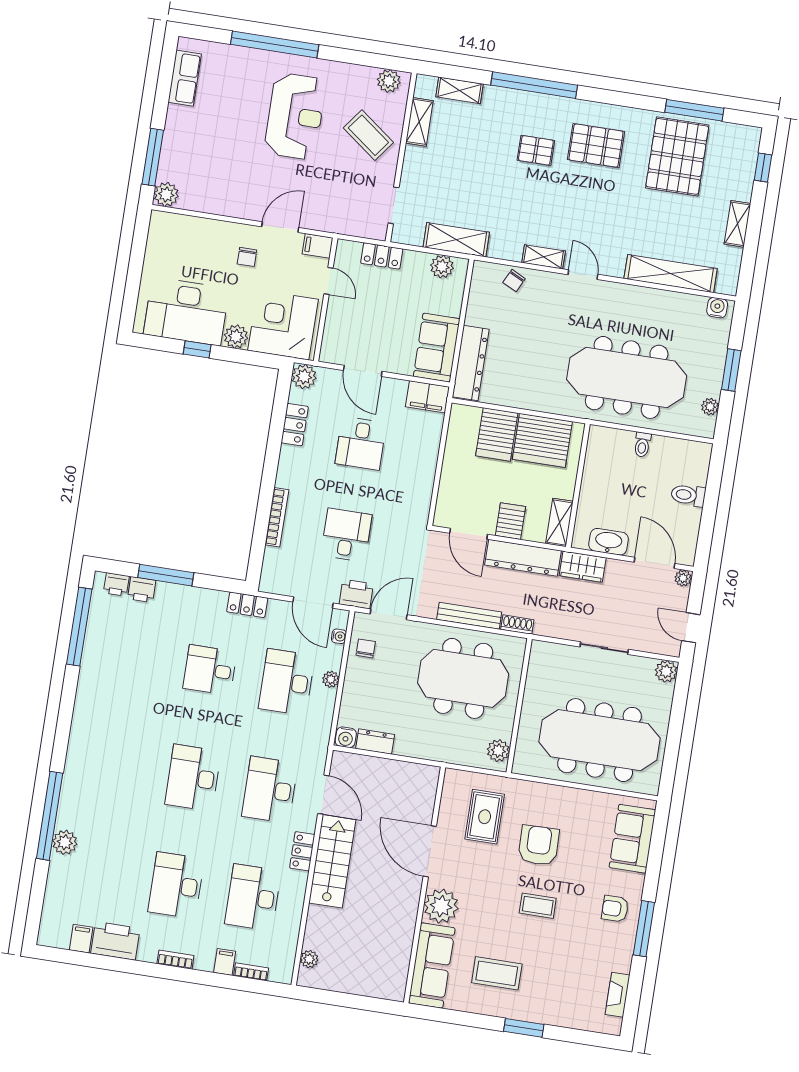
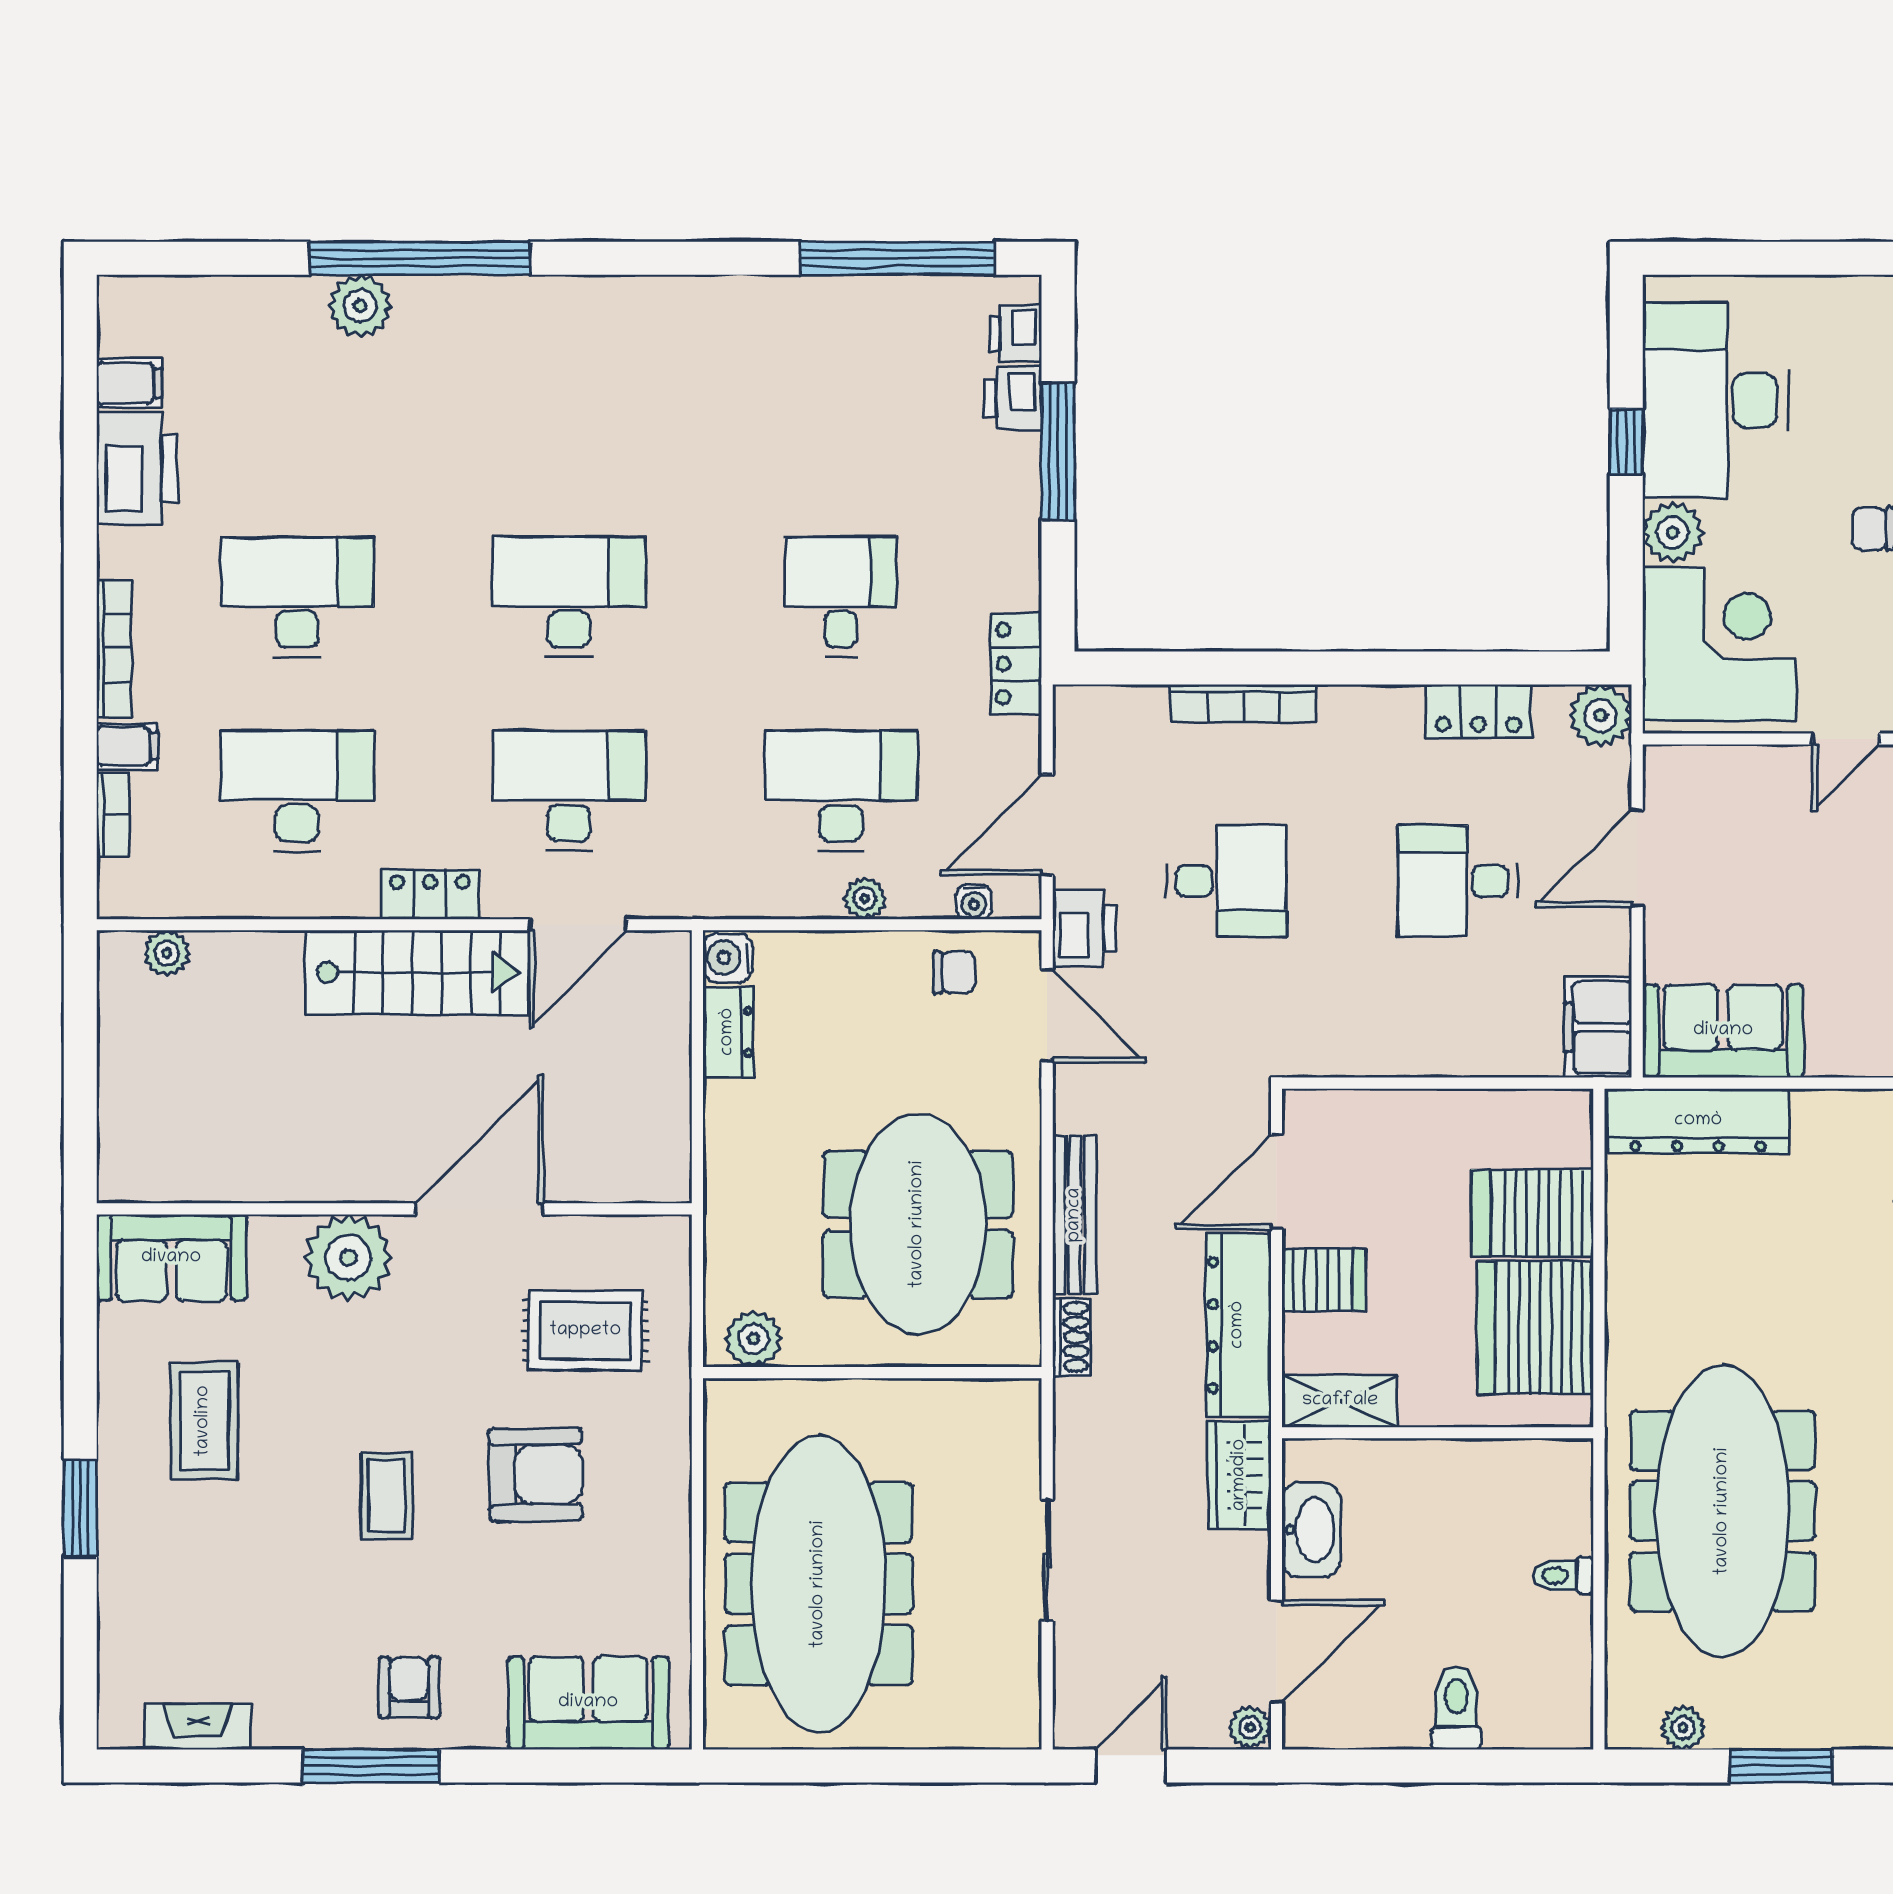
plant: (666, 671) -> (1014, 1722), removed
bookcase: (175, 960) -> (114, 649), width x1.56
sofa: (432, 965) -> (171, 1258), width x0.73

